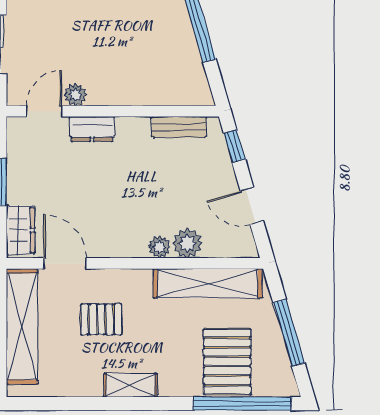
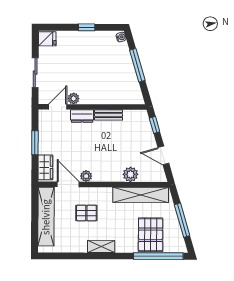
bench: (179, 127) -> (109, 115), moved
plant: (160, 247) -> (86, 176), moved

